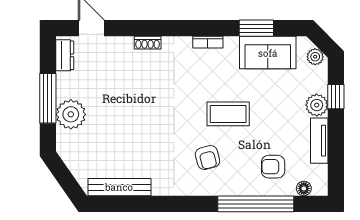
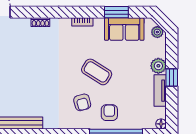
window: (336, 97) -> (172, 78), moved
coffee table: (228, 114) -> (97, 72), turned 32
armchair: (273, 167) -> (109, 113), moved, turned 90
floor lamp: (304, 188) -> (161, 124), moved

